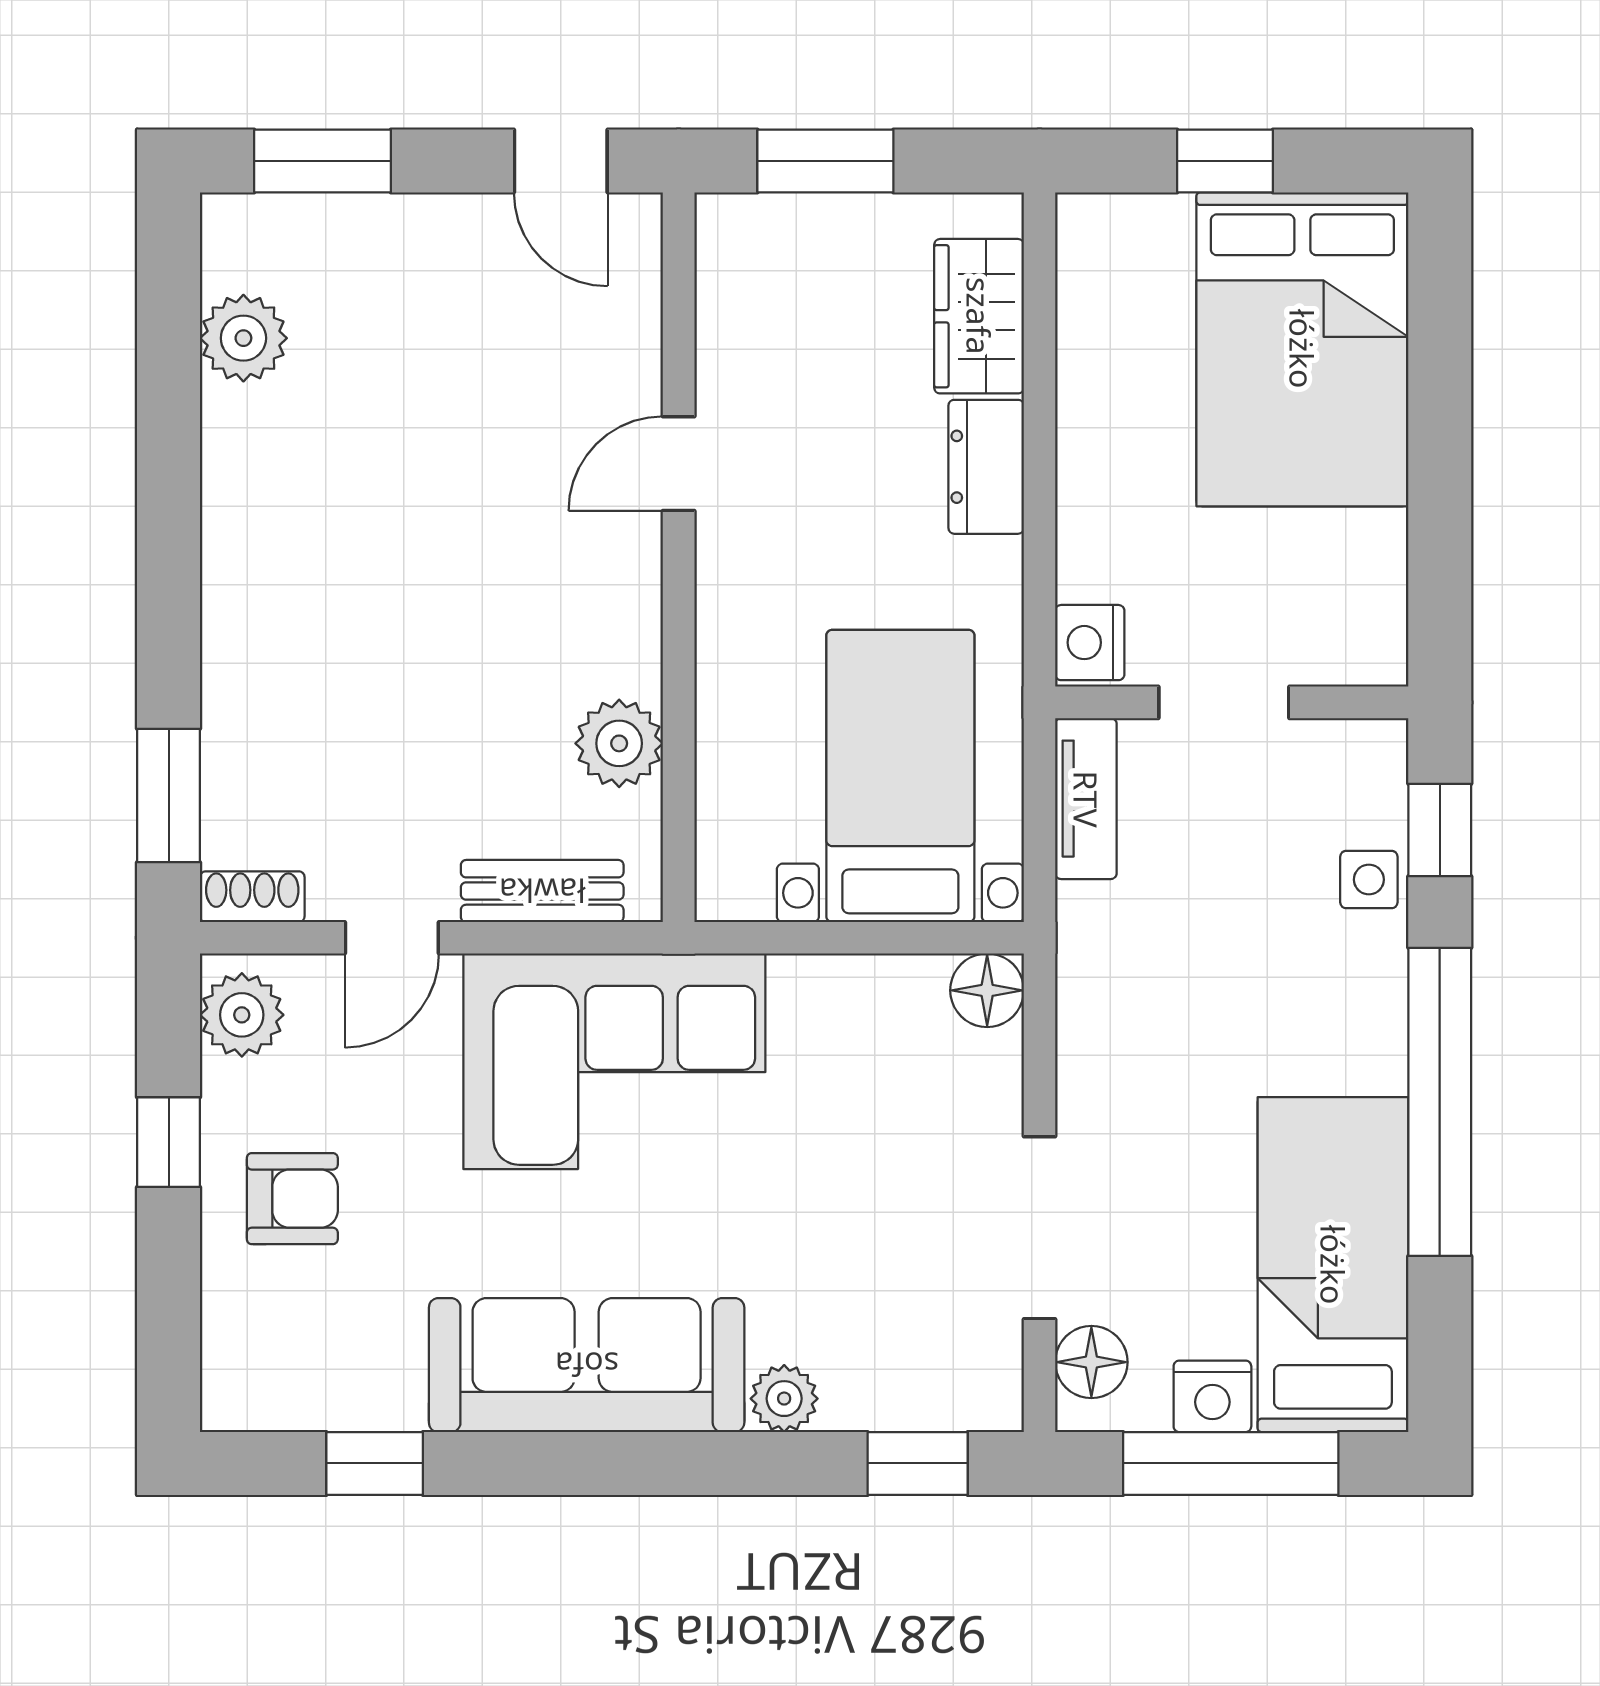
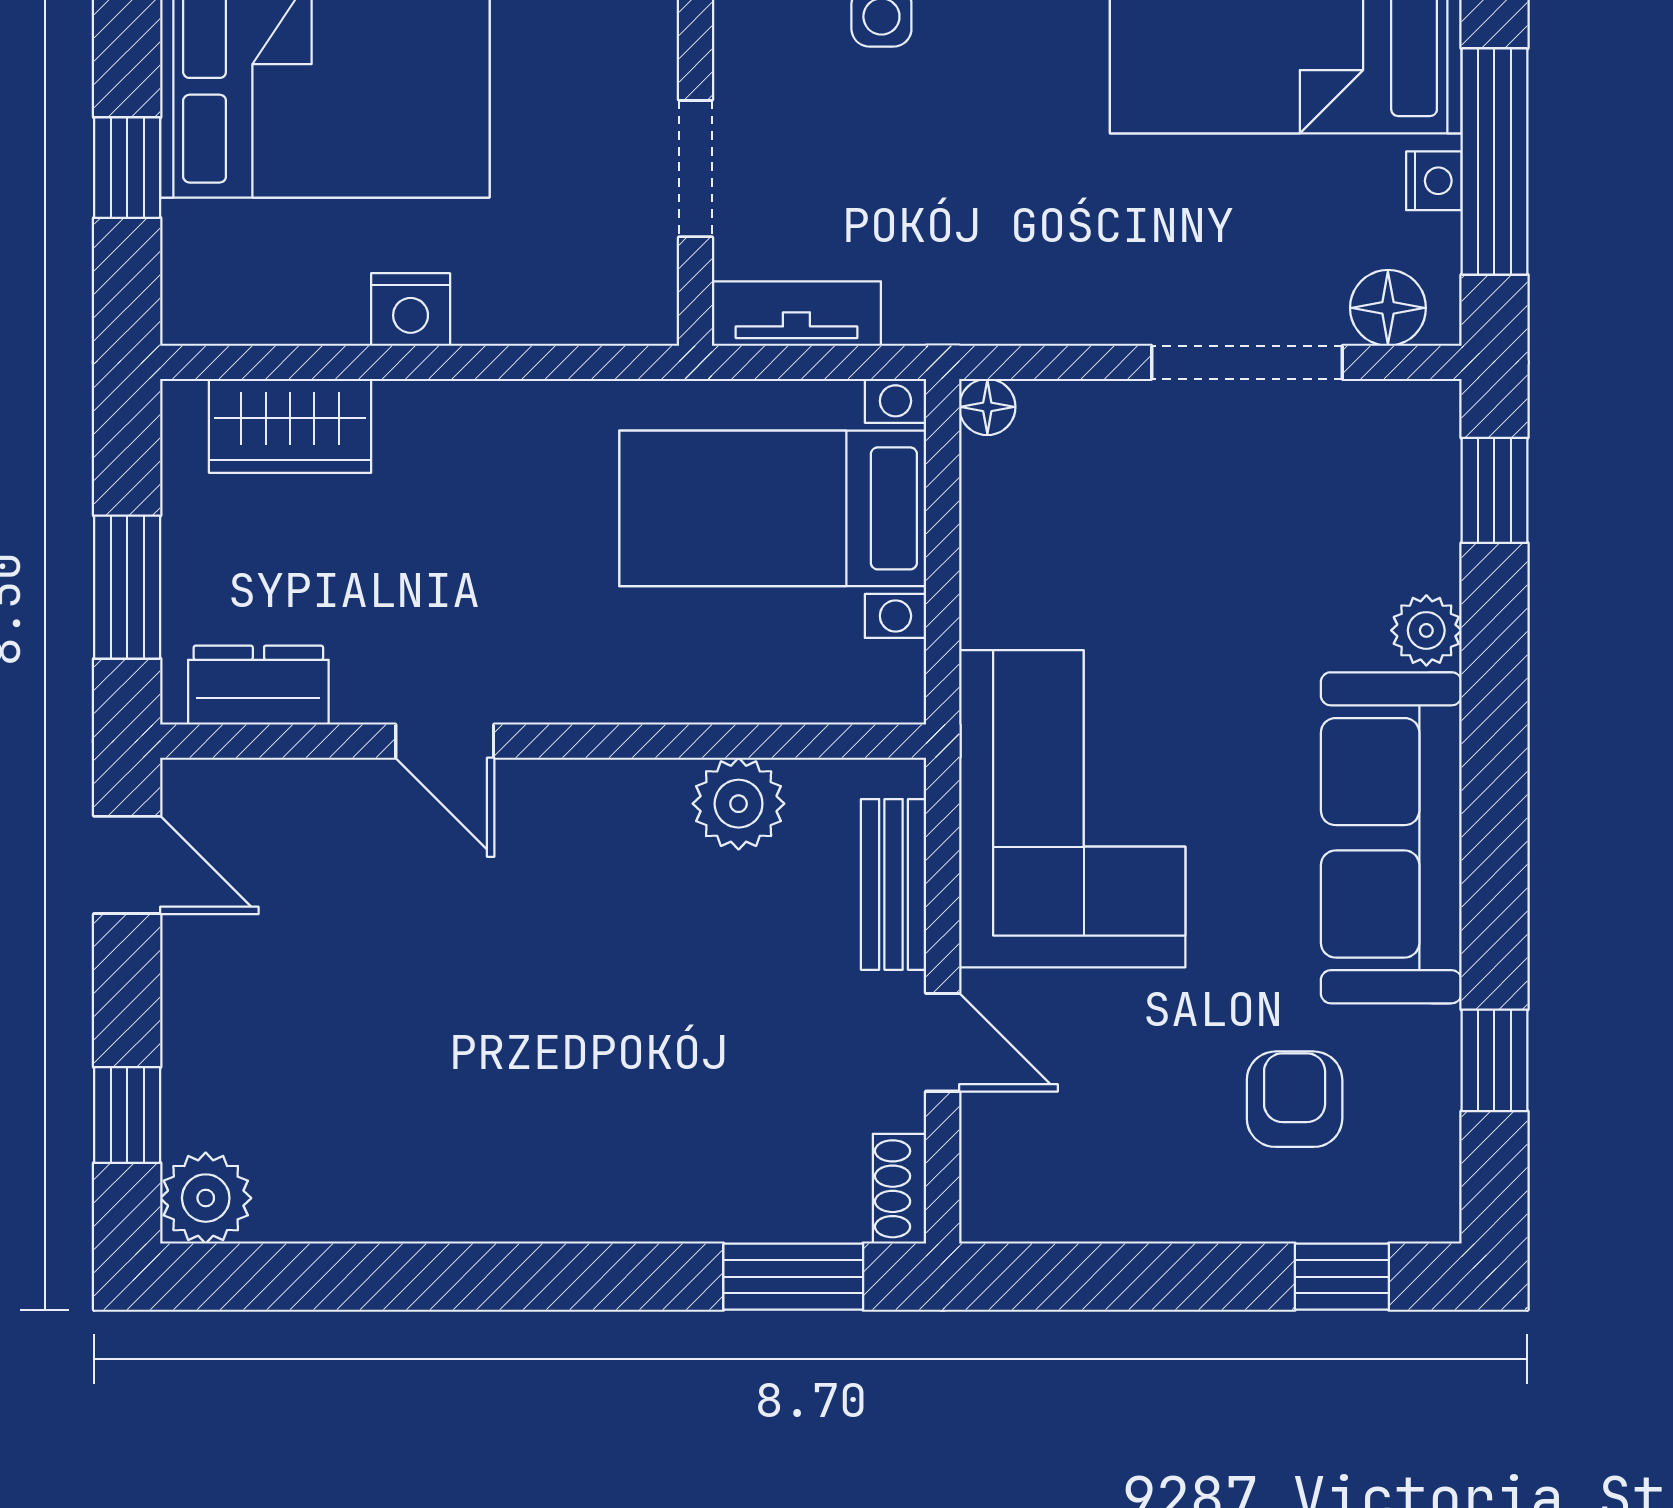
window: (323, 161) -> (127, 1115), width x0.67
door: (561, 161) -> (127, 865), hinge flipped
plant: (243, 338) -> (206, 1198), moved
dresser: (986, 467) -> (258, 685), moved, turned 180
nightstand: (1090, 643) -> (411, 310), moved
floor lamp: (987, 990) -> (987, 407), width x0.73, depth x0.73
plant: (242, 1015) -> (1024, 1200), removed
window: (169, 1142) -> (1342, 1277), moved
armchair: (292, 1199) -> (1295, 1099), moved
nightstand: (1212, 1396) -> (1434, 181), width x0.72, depth x0.74

